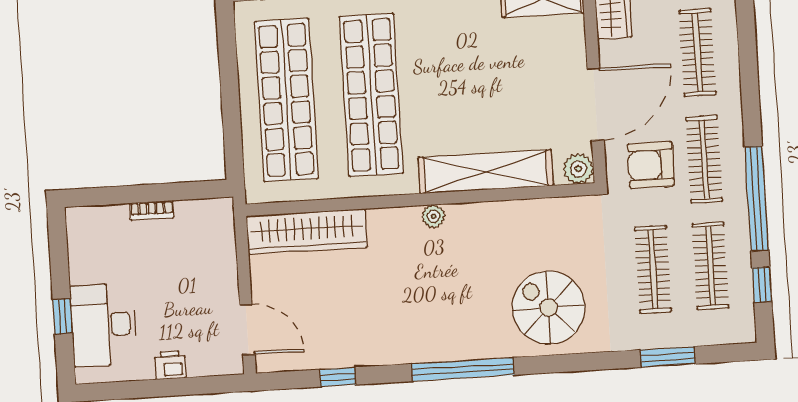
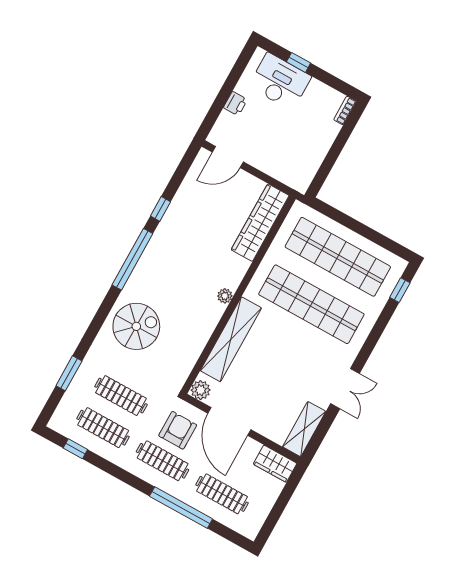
window: (757, 199) -> (181, 507), moved
bookcase: (152, 210) -> (345, 110), moved
window: (338, 377) -> (161, 209), moved

